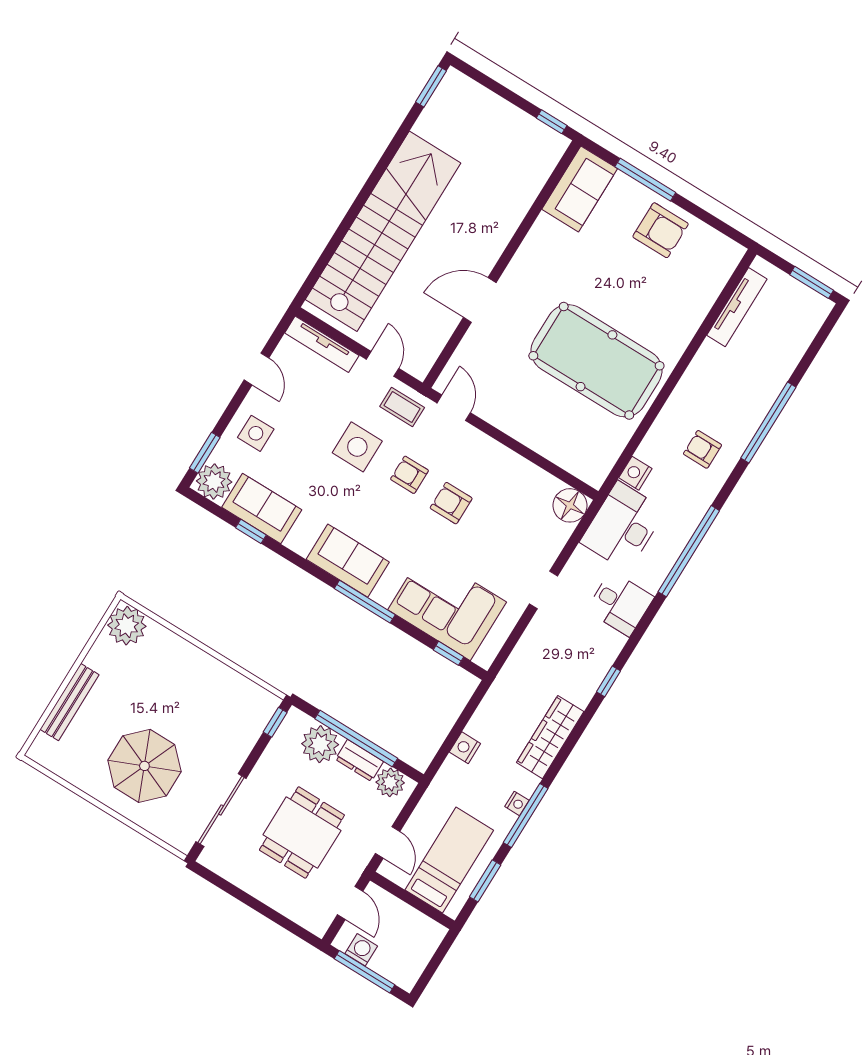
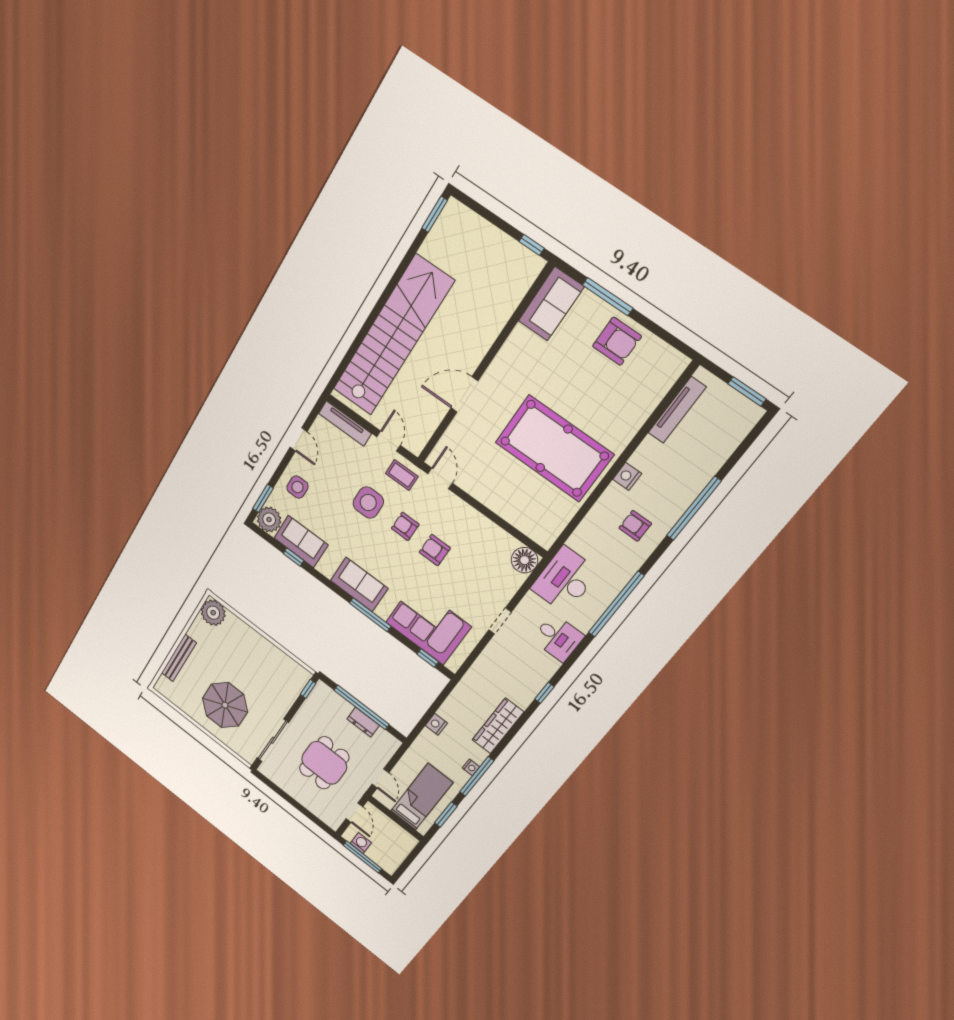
nightstand: (635, 473) -> (627, 476), moved
plant: (320, 744) -> (337, 708), removed
plant: (390, 782) -> (383, 740), removed

